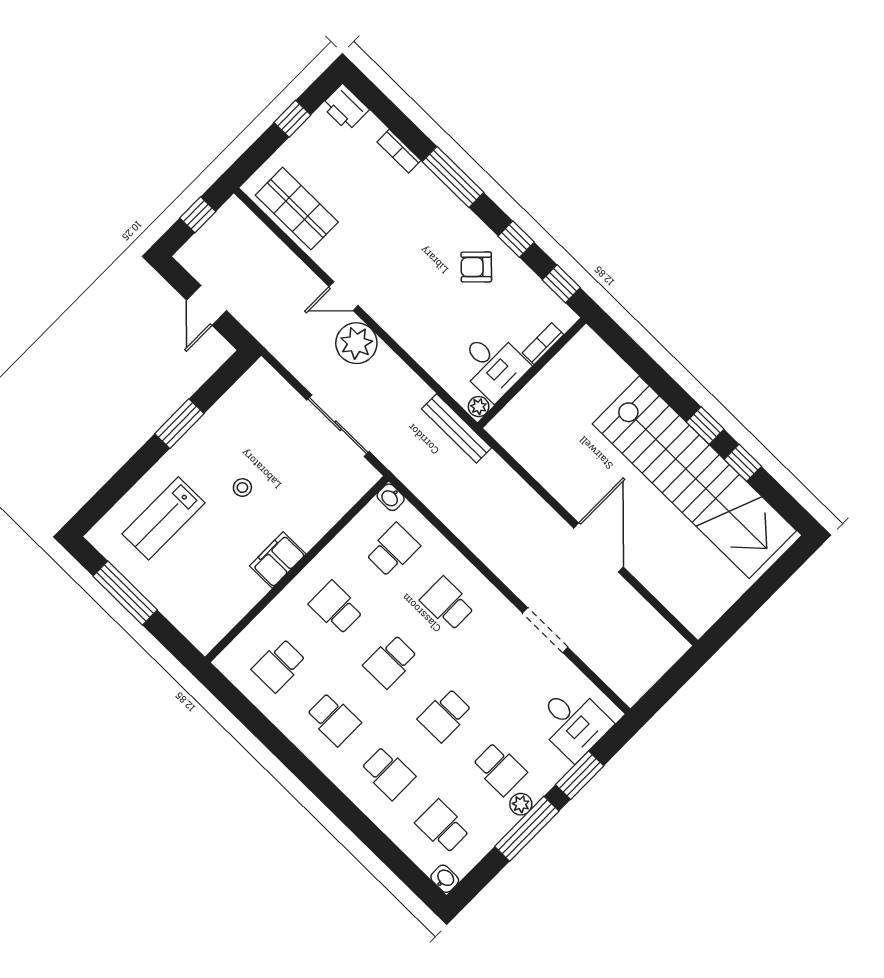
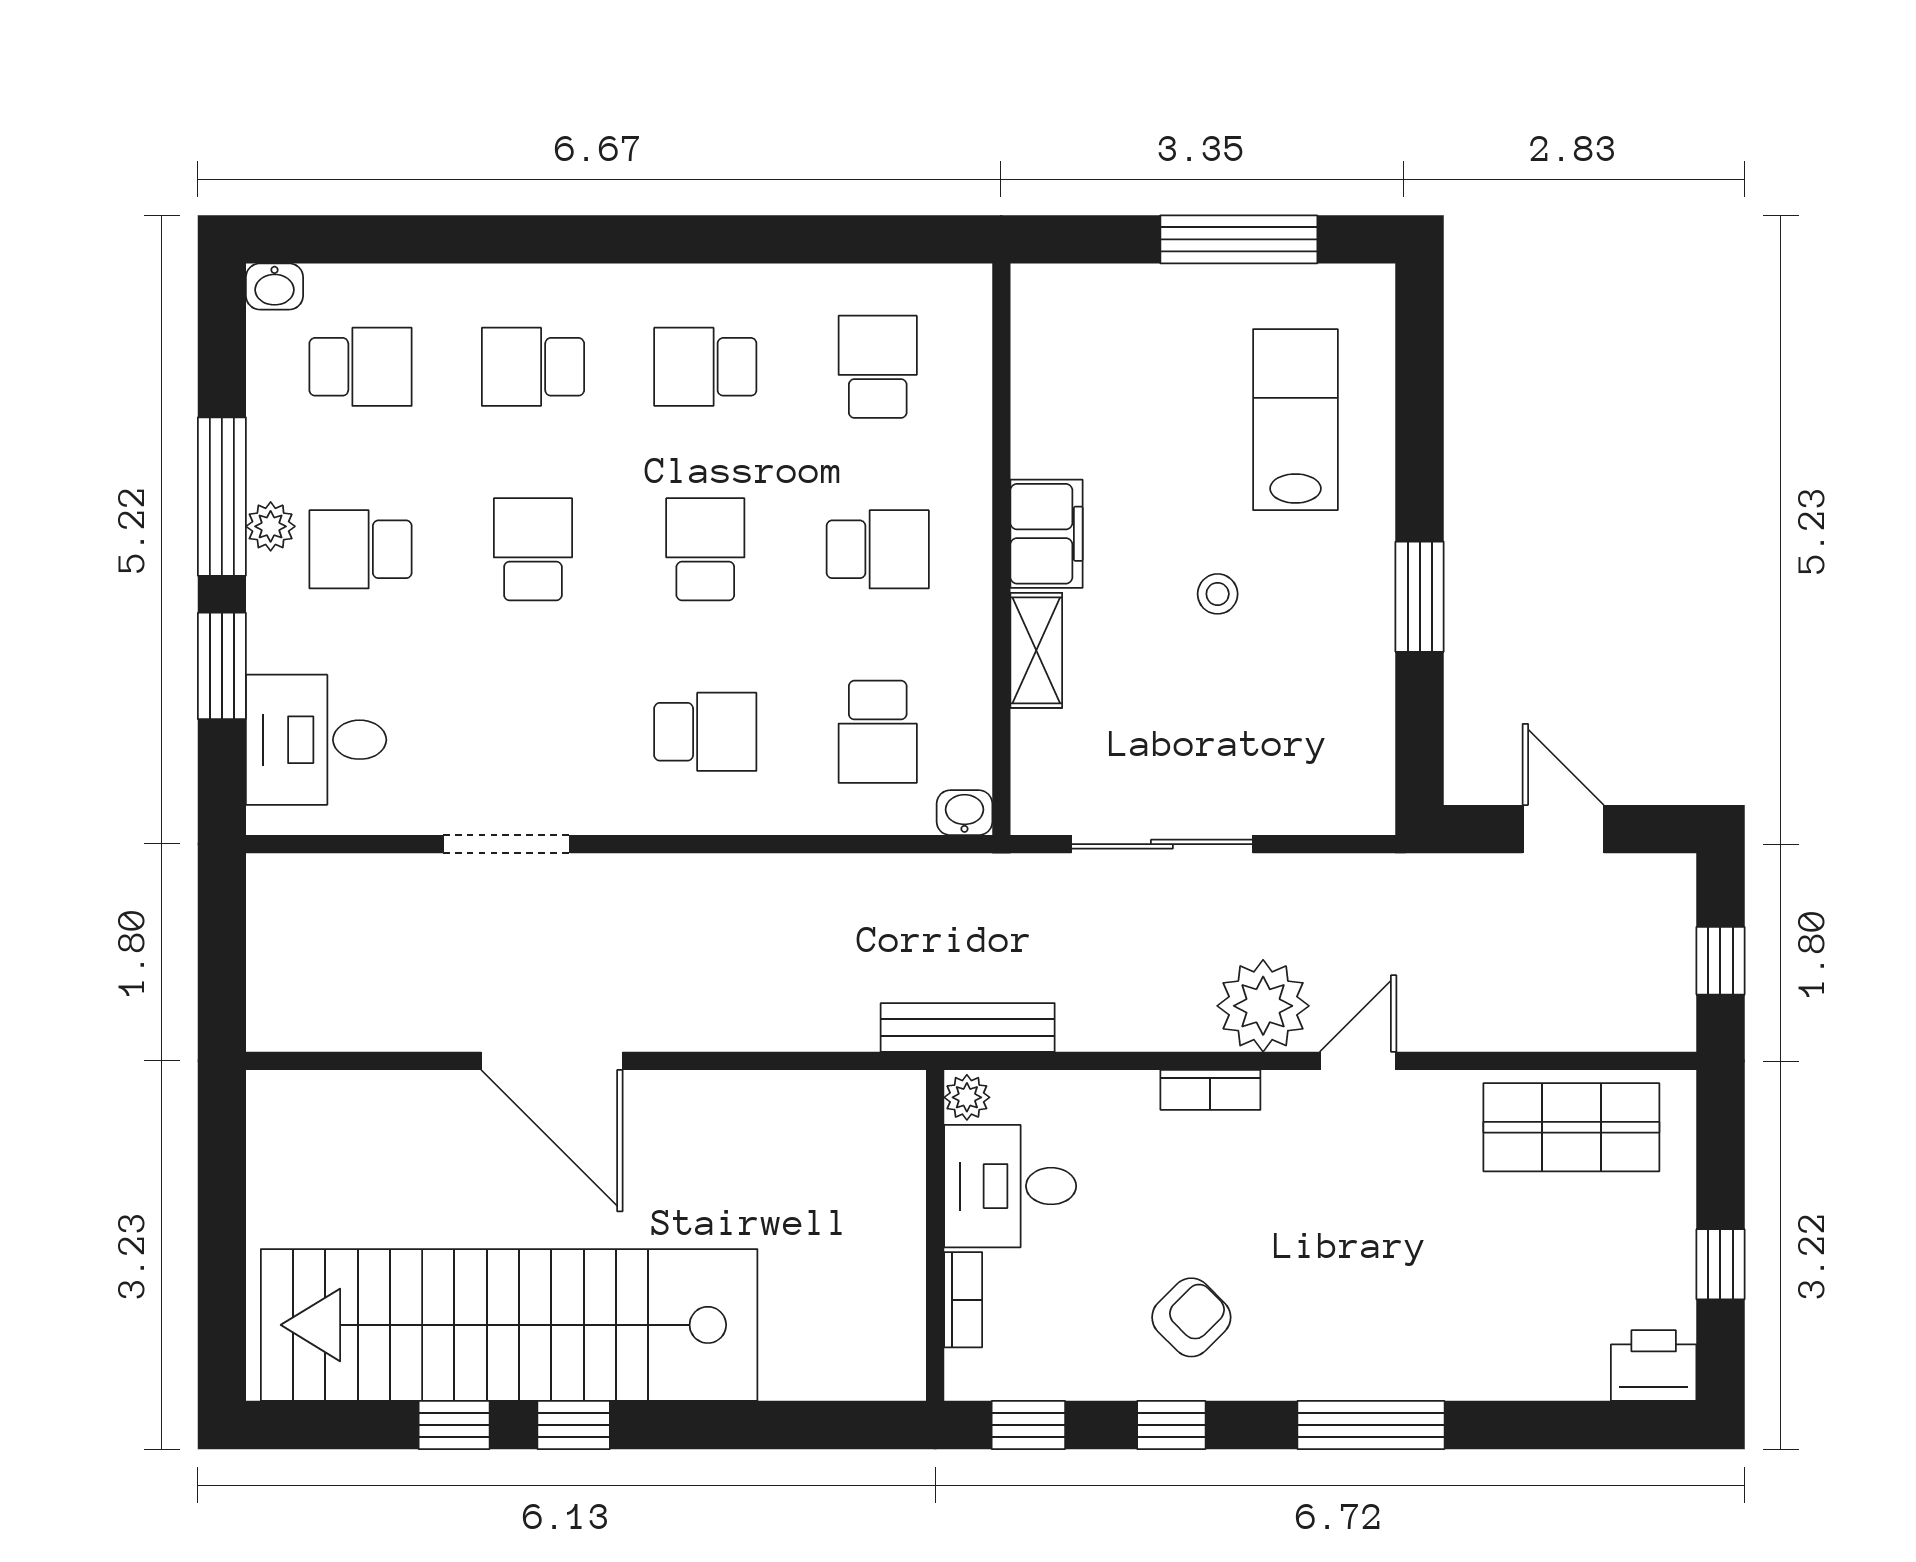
bookcase: (399, 151) -> (1210, 1090), moved, turned 180
shelving: (317, 526) -> (1036, 650), added

